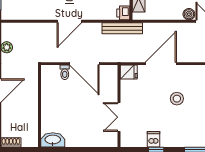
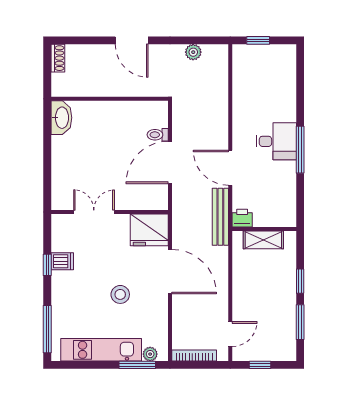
boiler: (189, 14) -> (240, 312), removed
door: (69, 21) -> (230, 168), moved
fridge: (129, 72) -> (149, 230), width x1.88, depth x1.34

